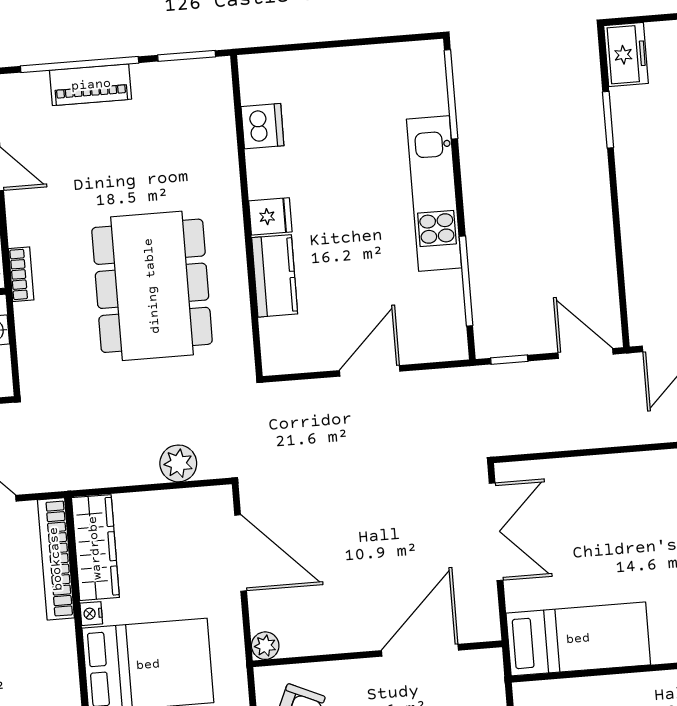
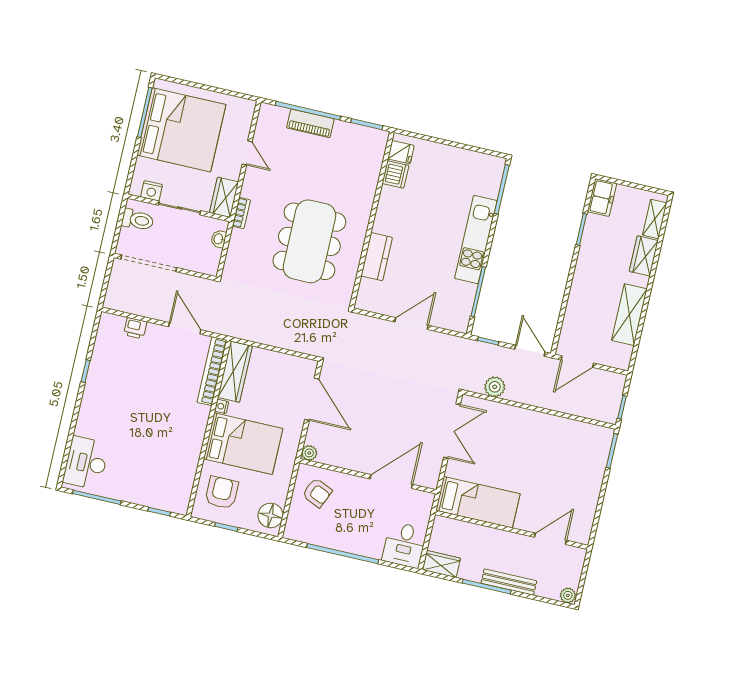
fridge: (270, 216) -> (401, 152), moved
plant: (178, 463) -> (495, 387), moved

